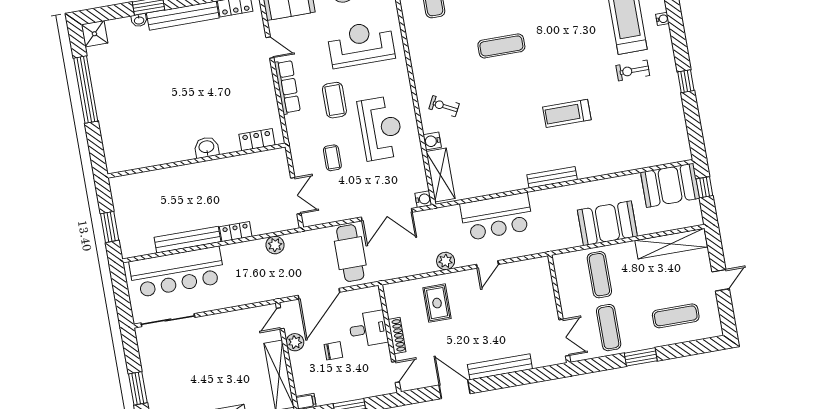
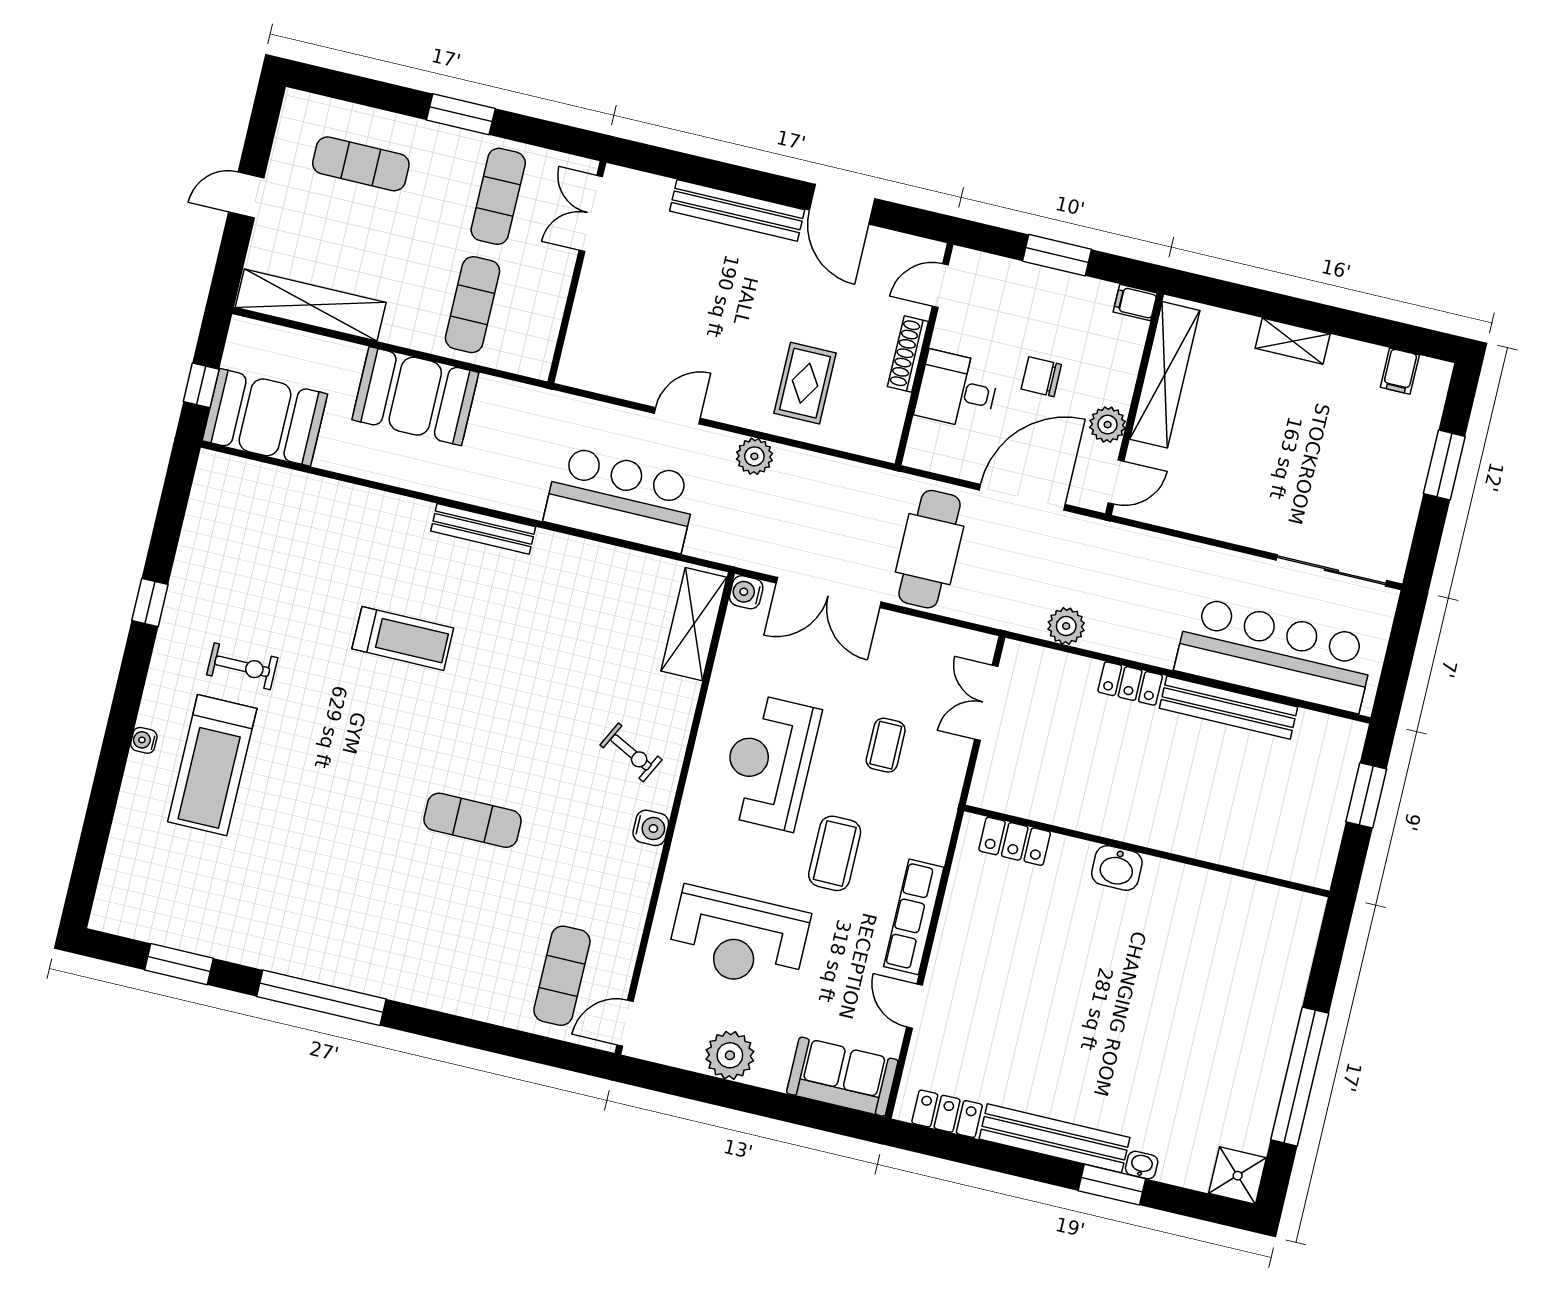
water cooler: (432, 141) -> (651, 828), moved
double door: (387, 215) -> (829, 592), swing flipped

